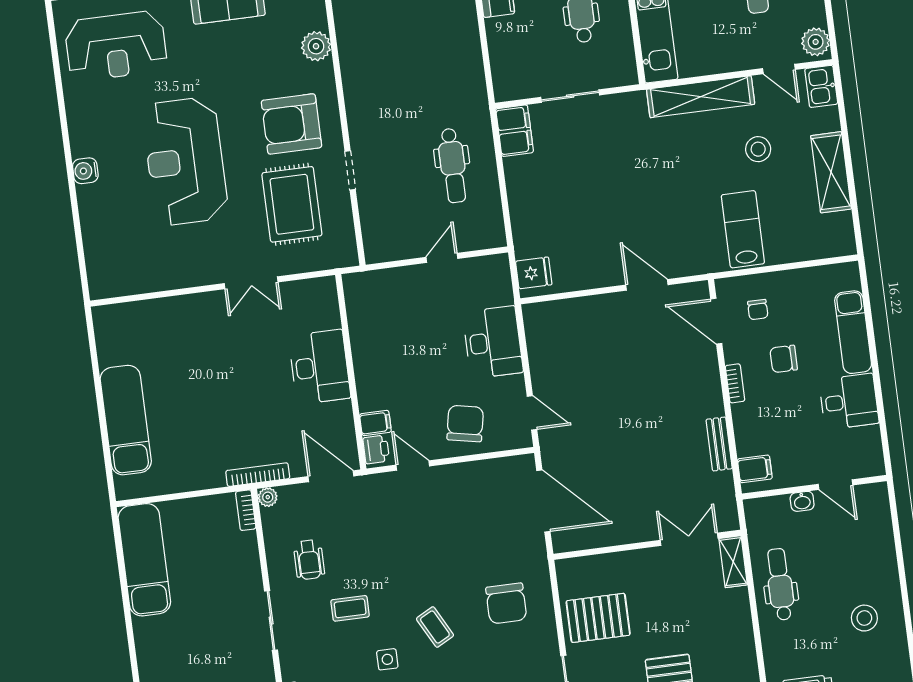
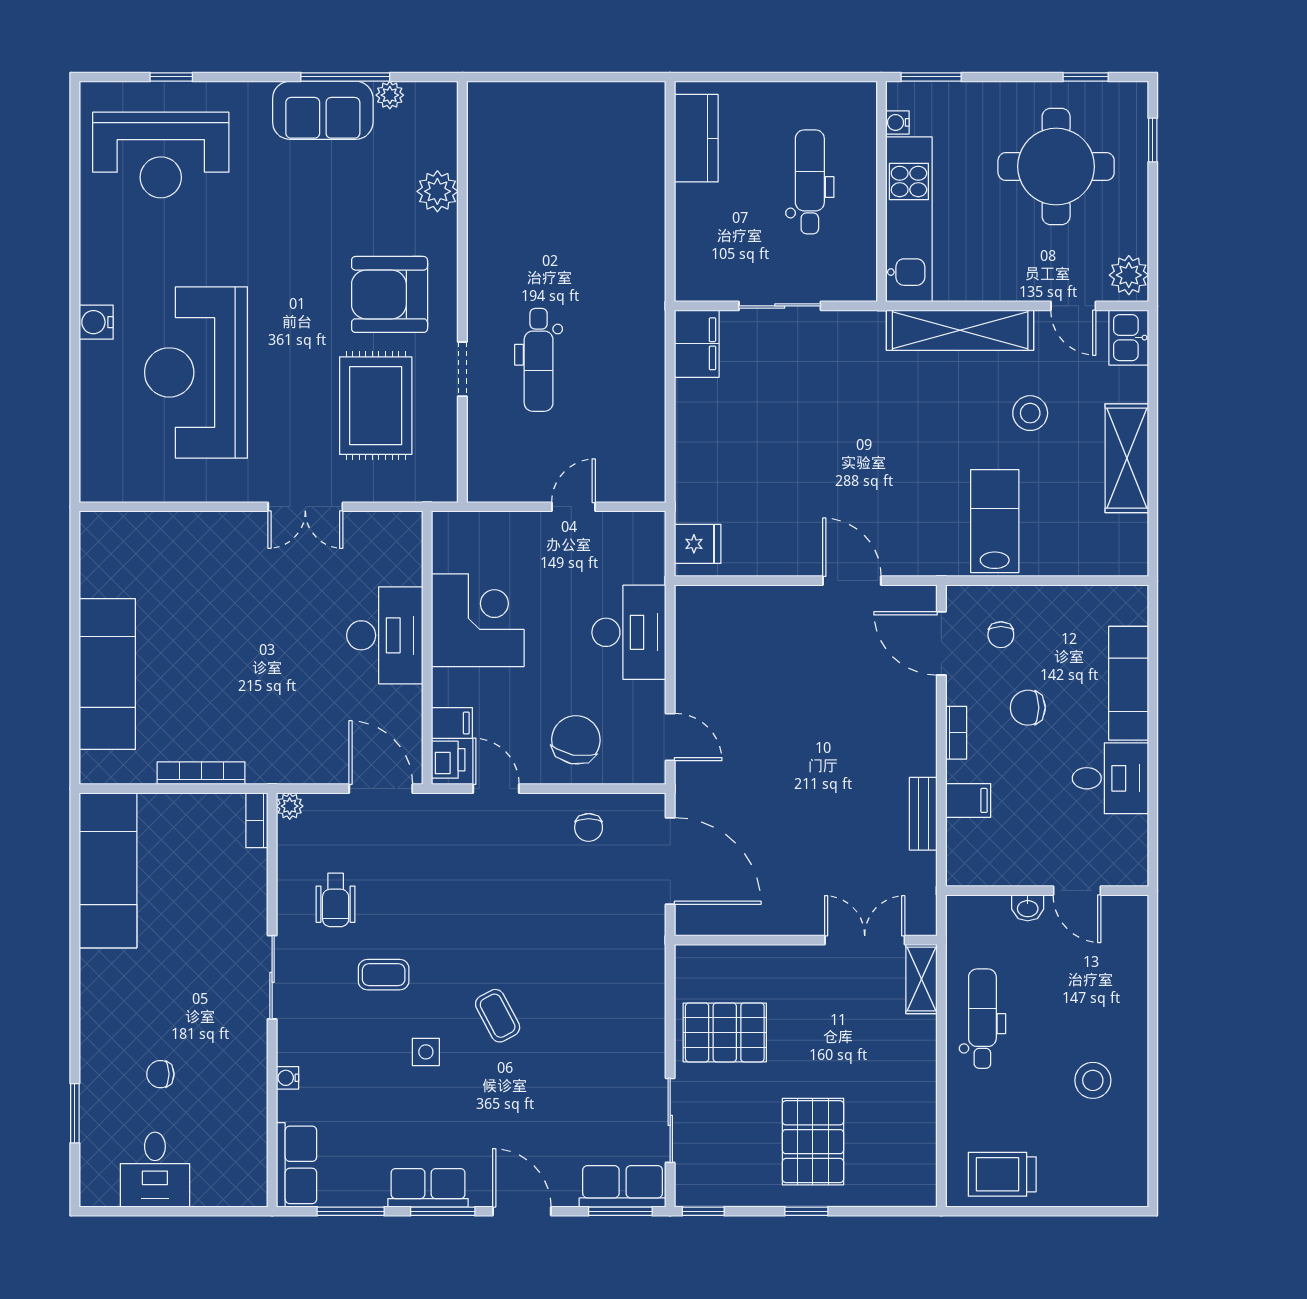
reception desk: (185, 161) -> (196, 372), moved
dental chair: (453, 166) -> (539, 360), moved
corner desk: (384, 348) -> (478, 620), added
filing cabinet: (755, 469) -> (968, 800), moved
bookcase: (258, 475) -> (201, 773), moved
chair: (506, 603) -> (589, 827), moved, width x0.54, depth x0.54

